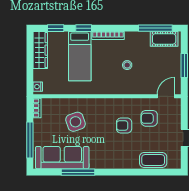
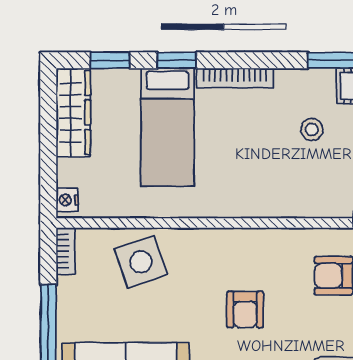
stool: (127, 65) -> (312, 130), moved
side table: (75, 122) -> (141, 262), moved
armchair: (124, 126) -> (245, 309), moved, turned -90

